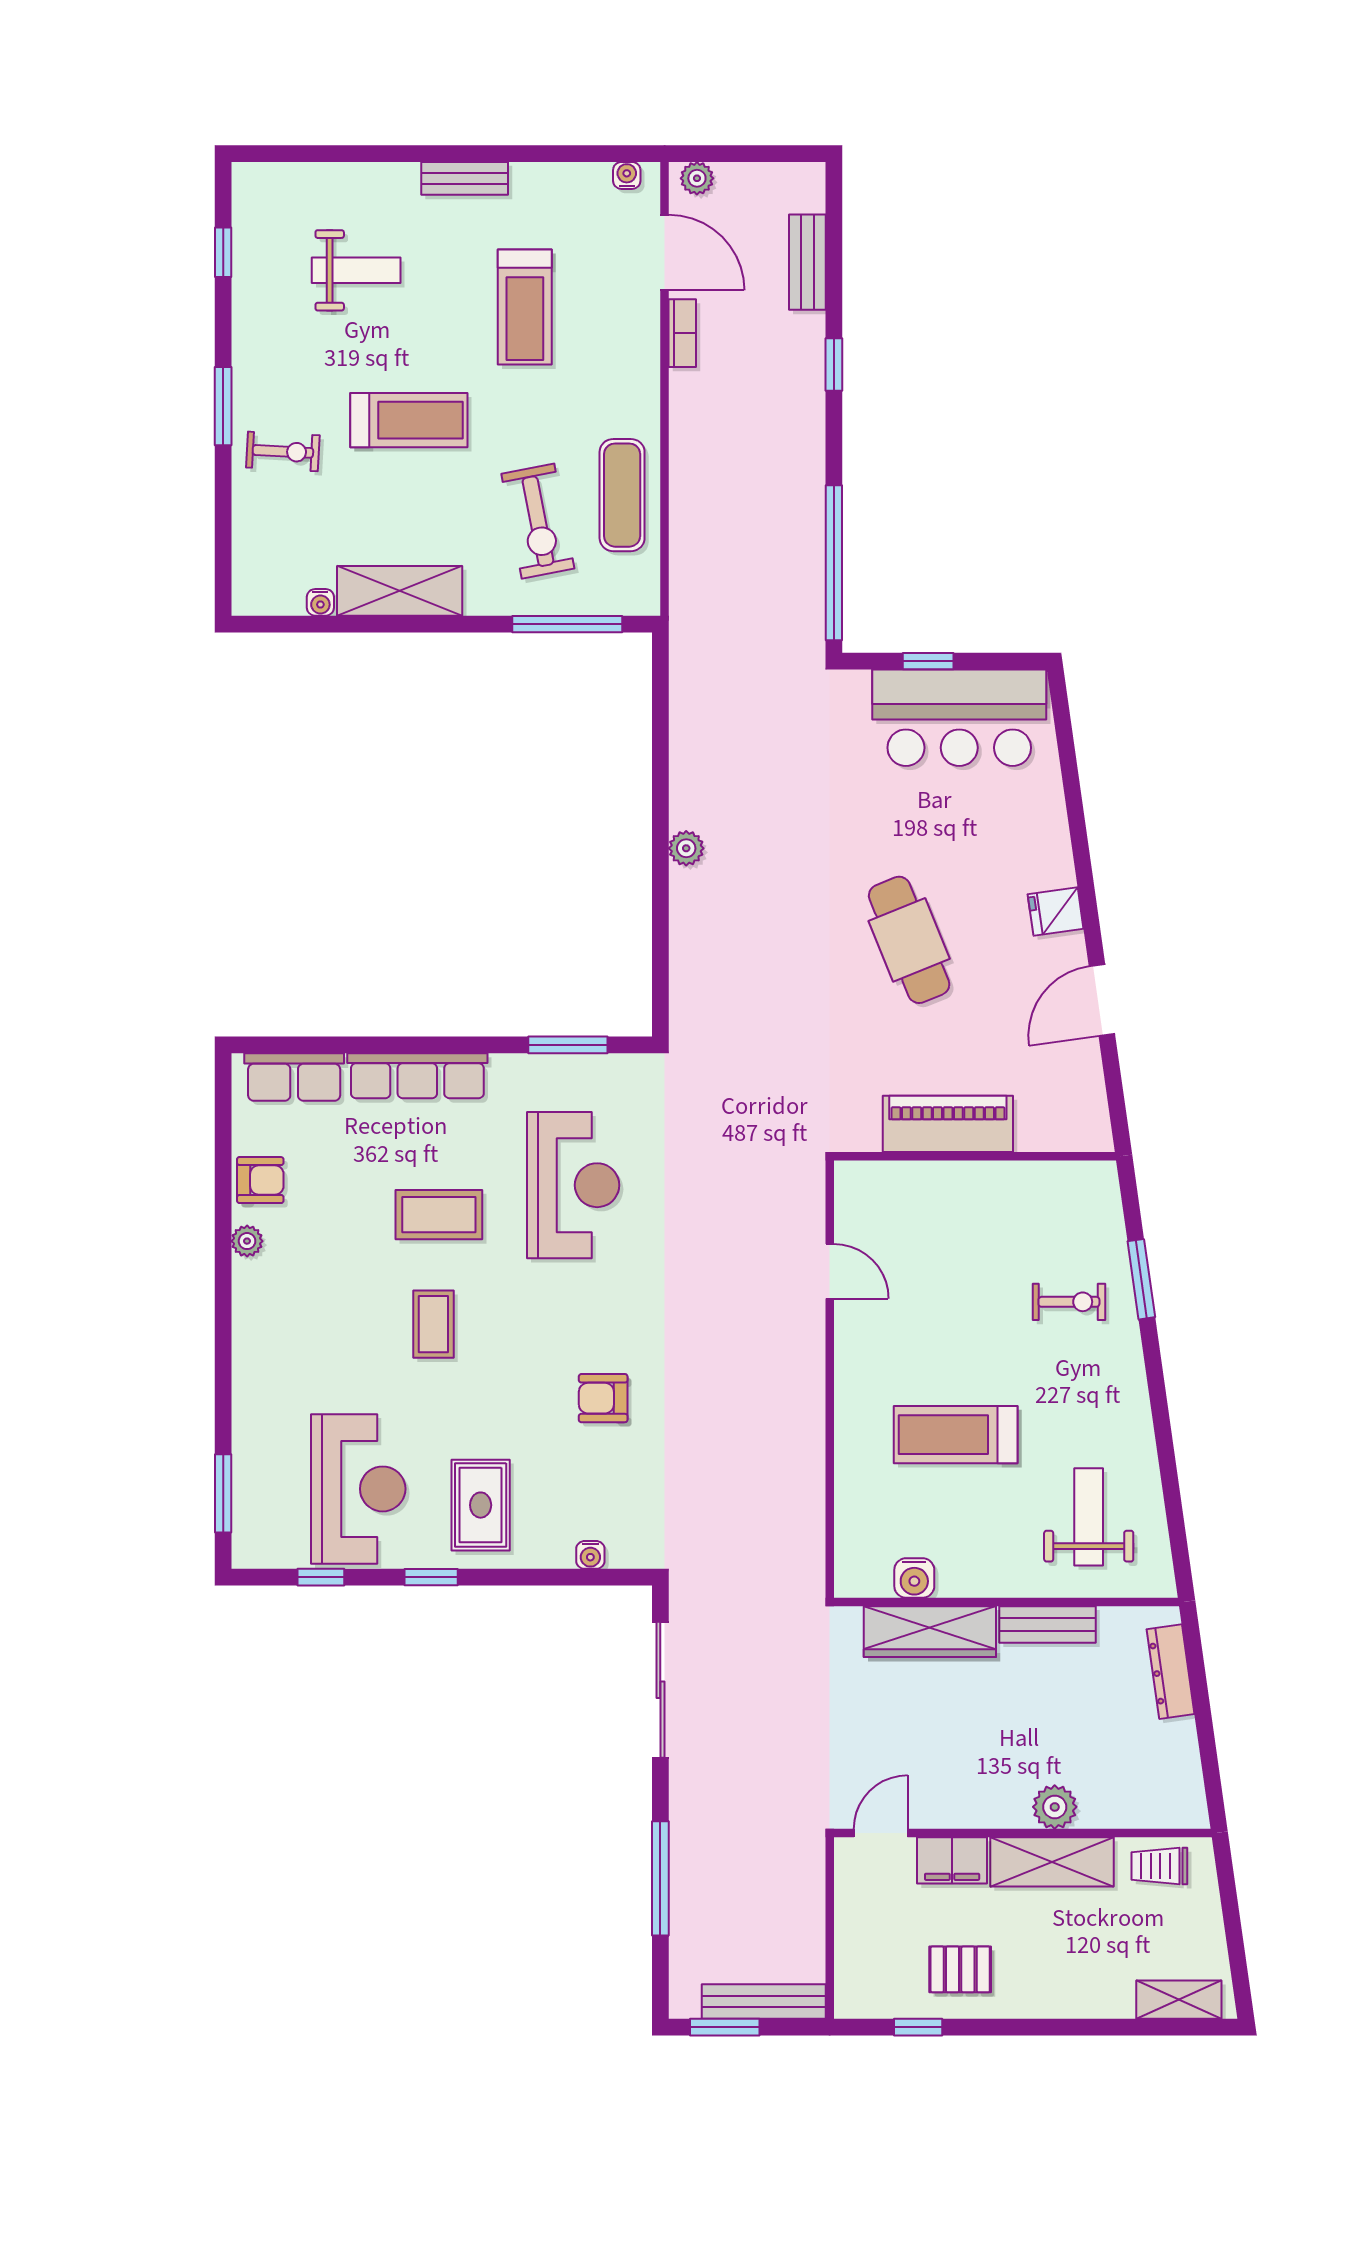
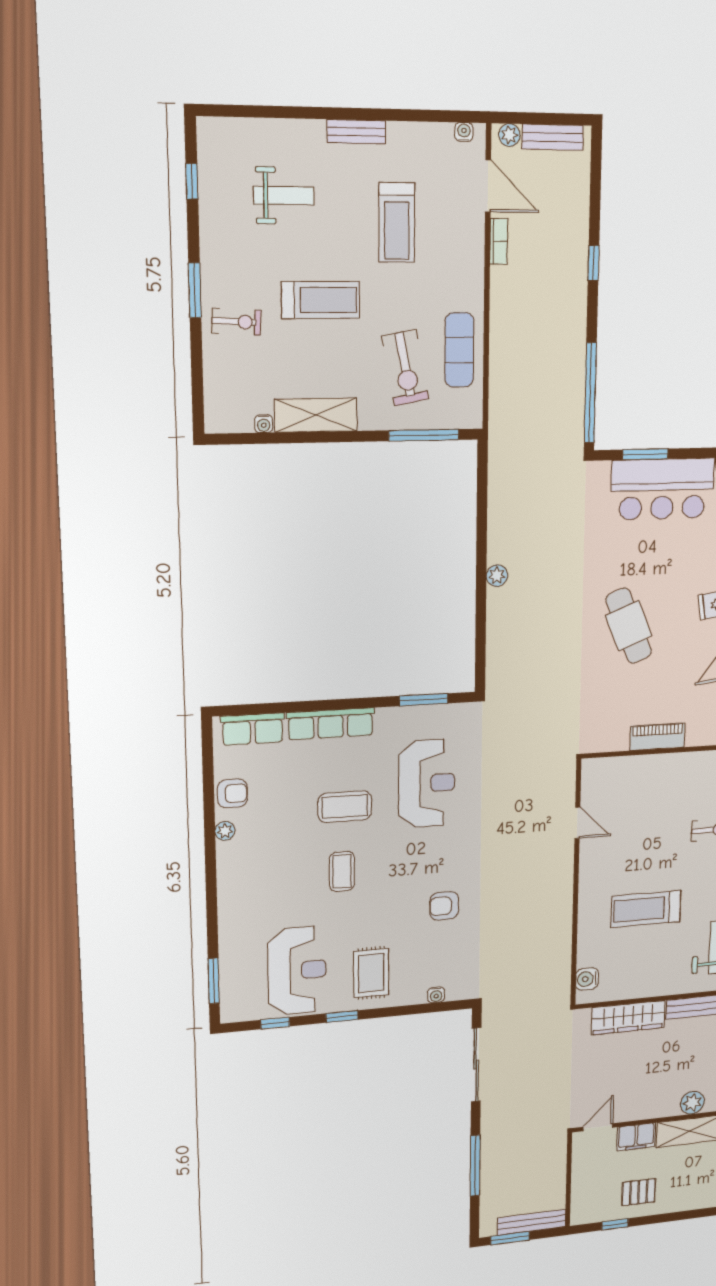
bench: (807, 262) -> (553, 137), moved, turned 90
window: (928, 661) -> (645, 454), width x1.50
piano: (948, 1124) -> (657, 737), width x0.73, depth x0.75
water cooler: (914, 1578) -> (587, 979), moved, turned 90

